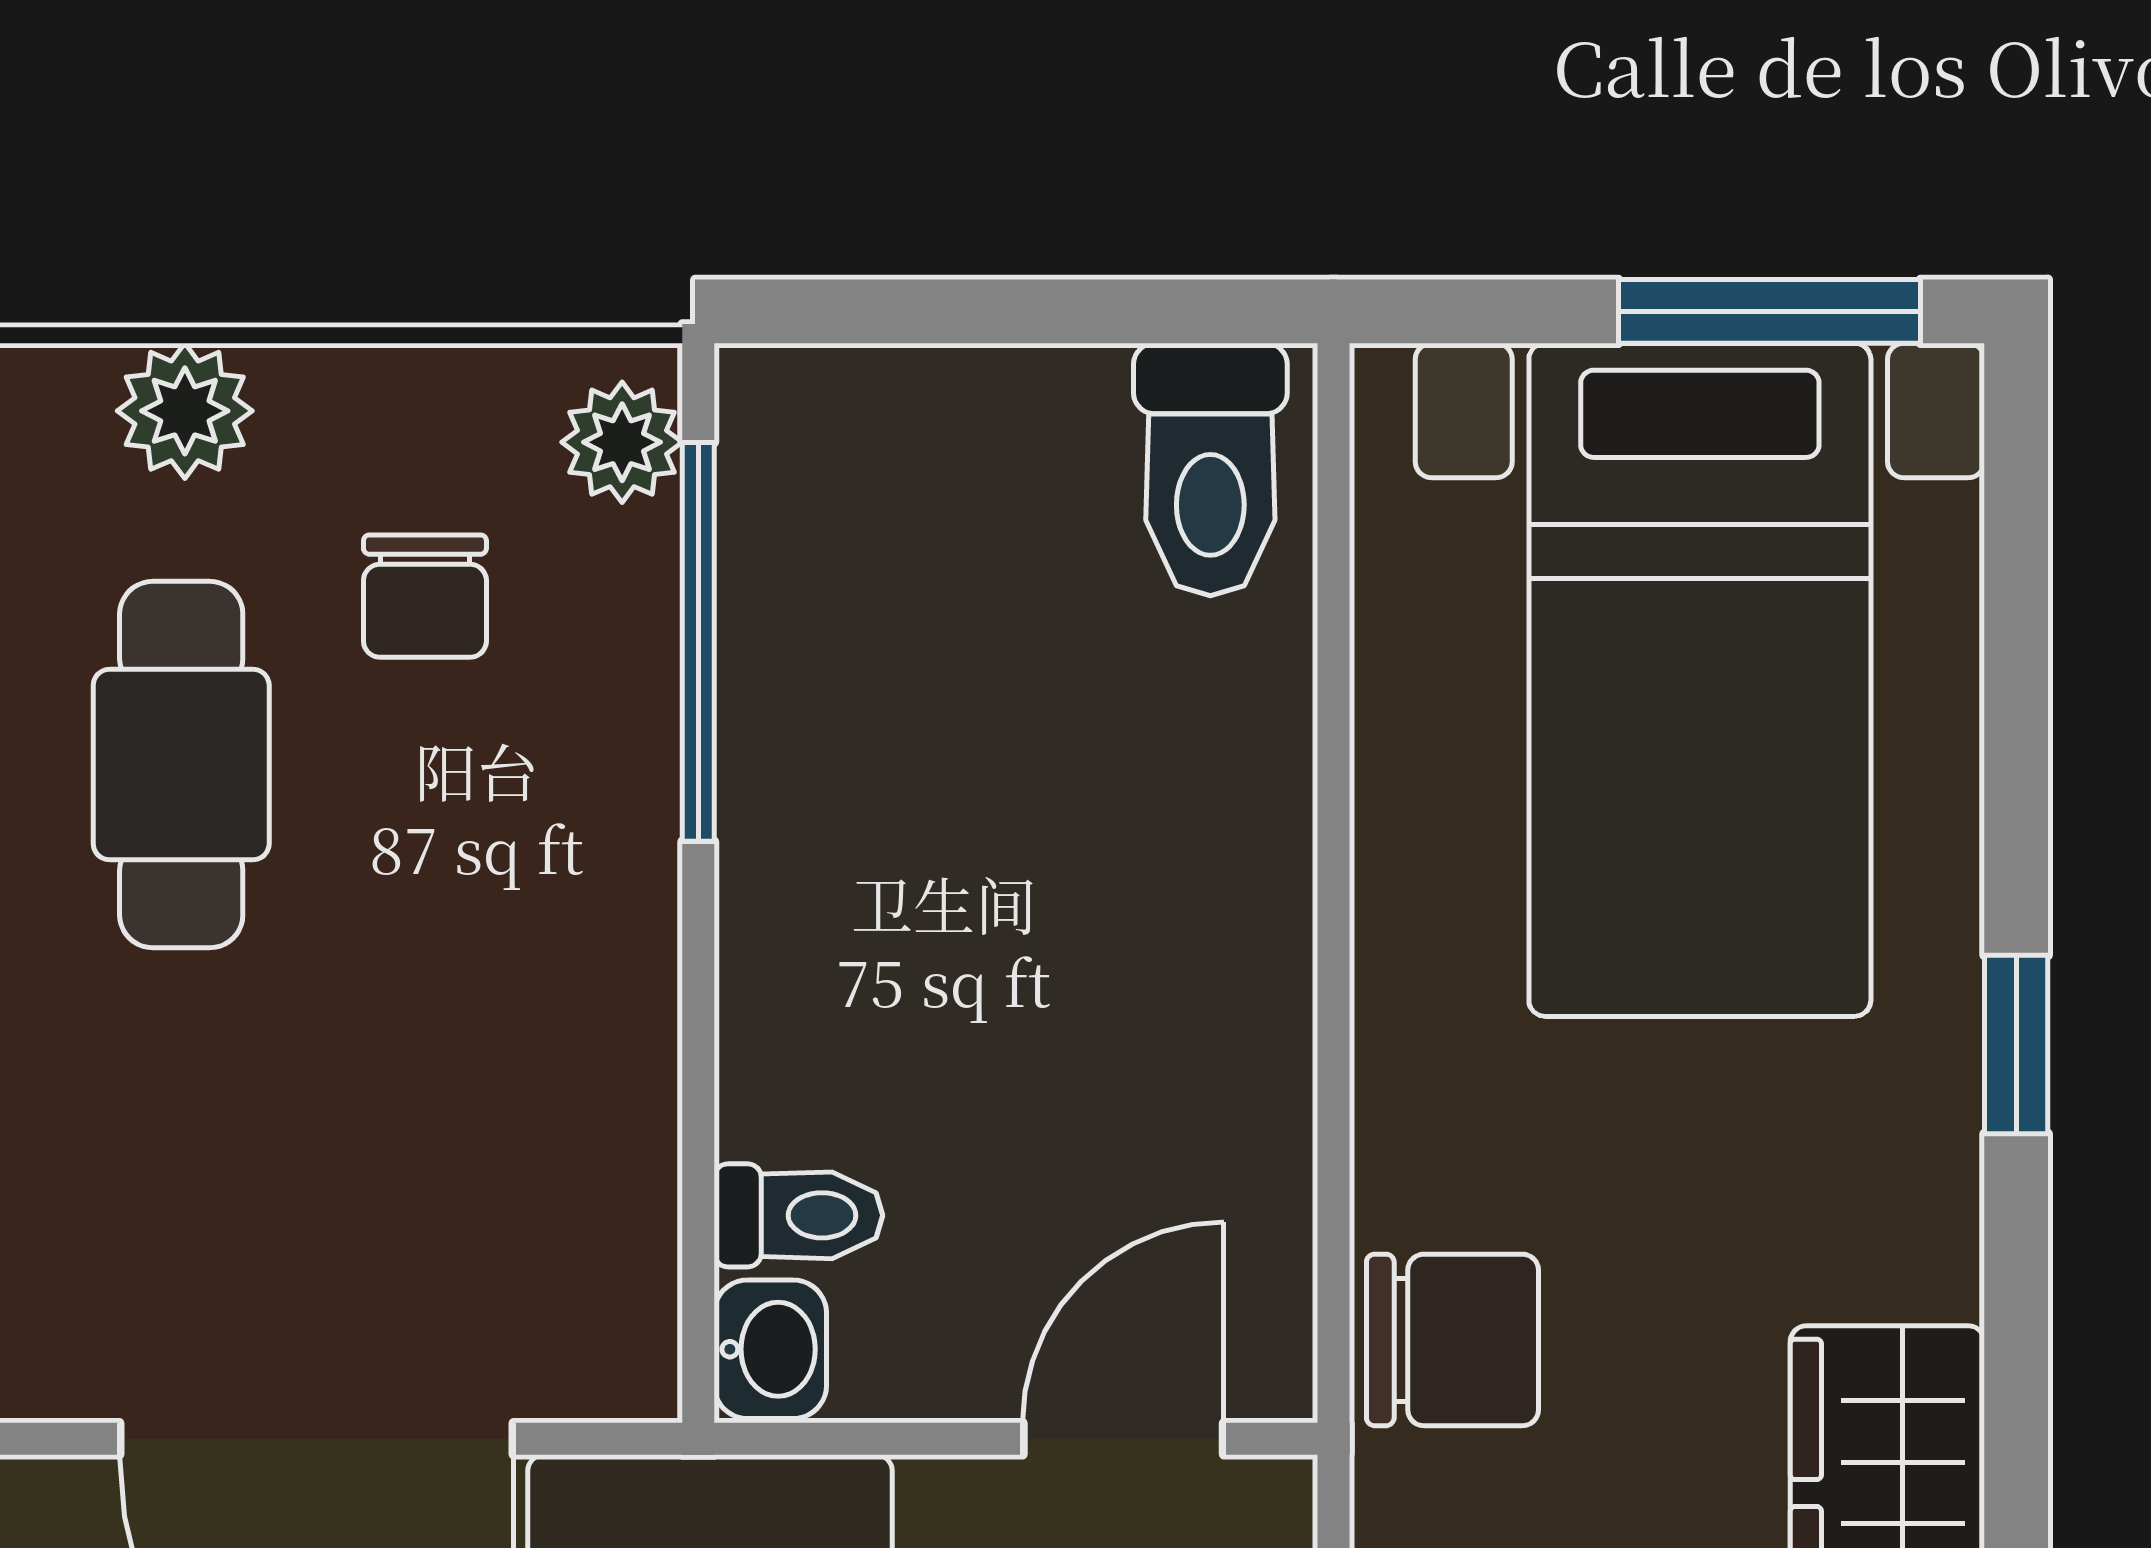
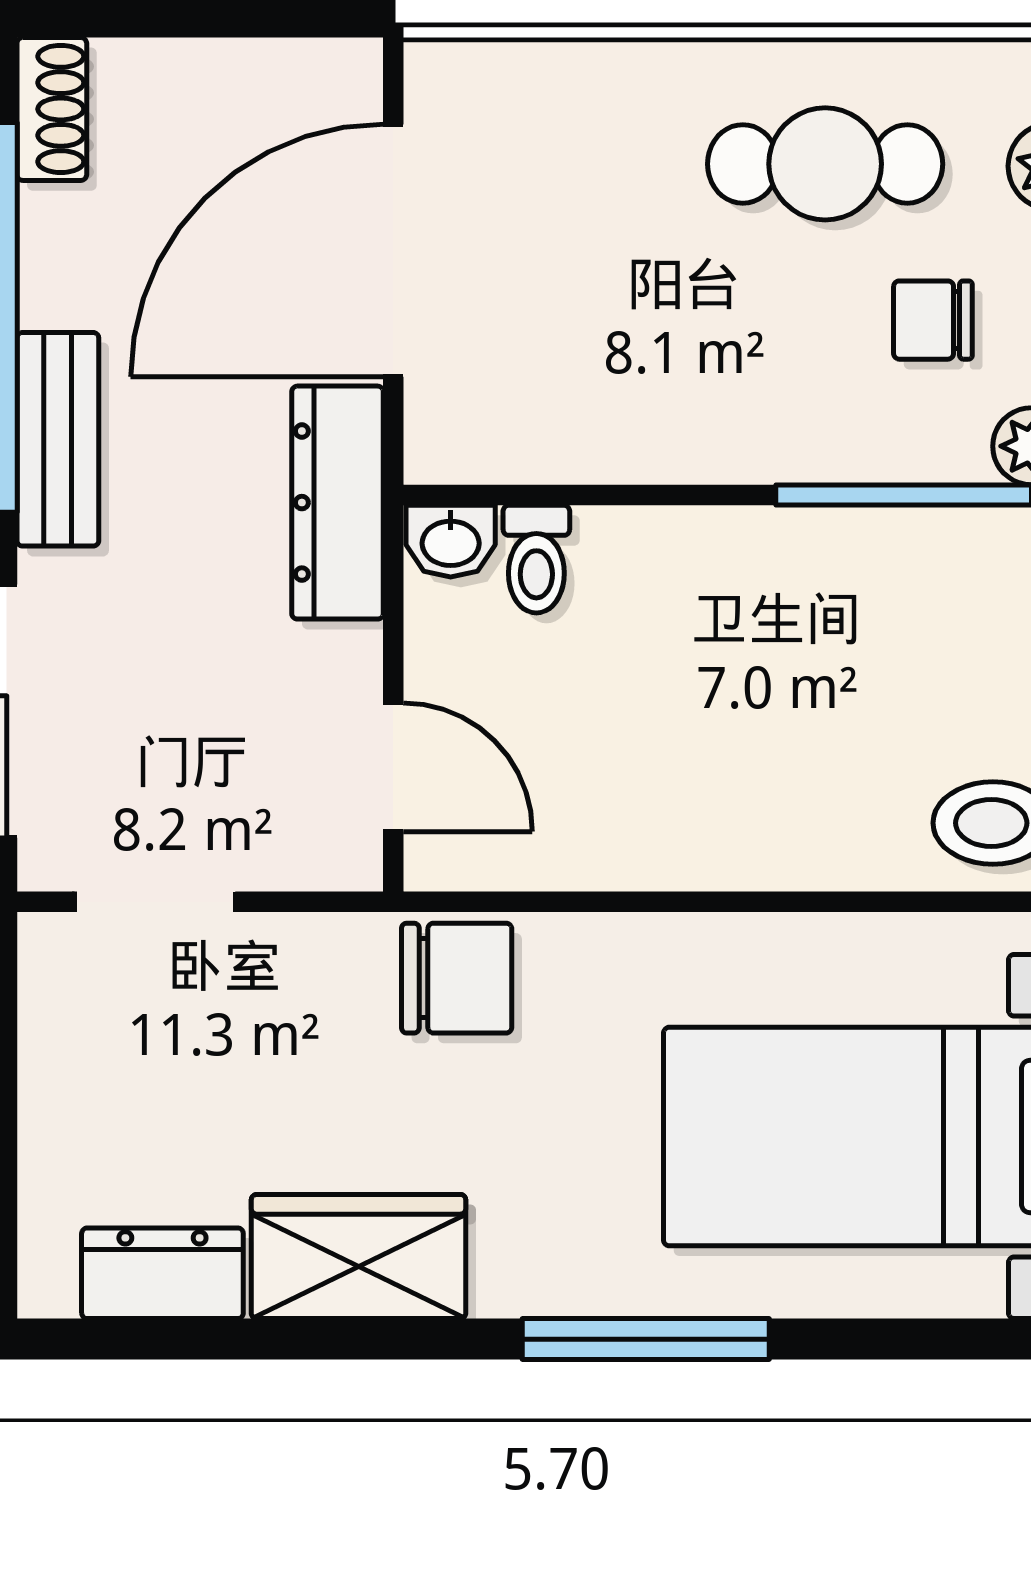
window: (2016, 1045) -> (646, 1339), width x2.17
chair: (1452, 1340) -> (457, 978), turned -90

